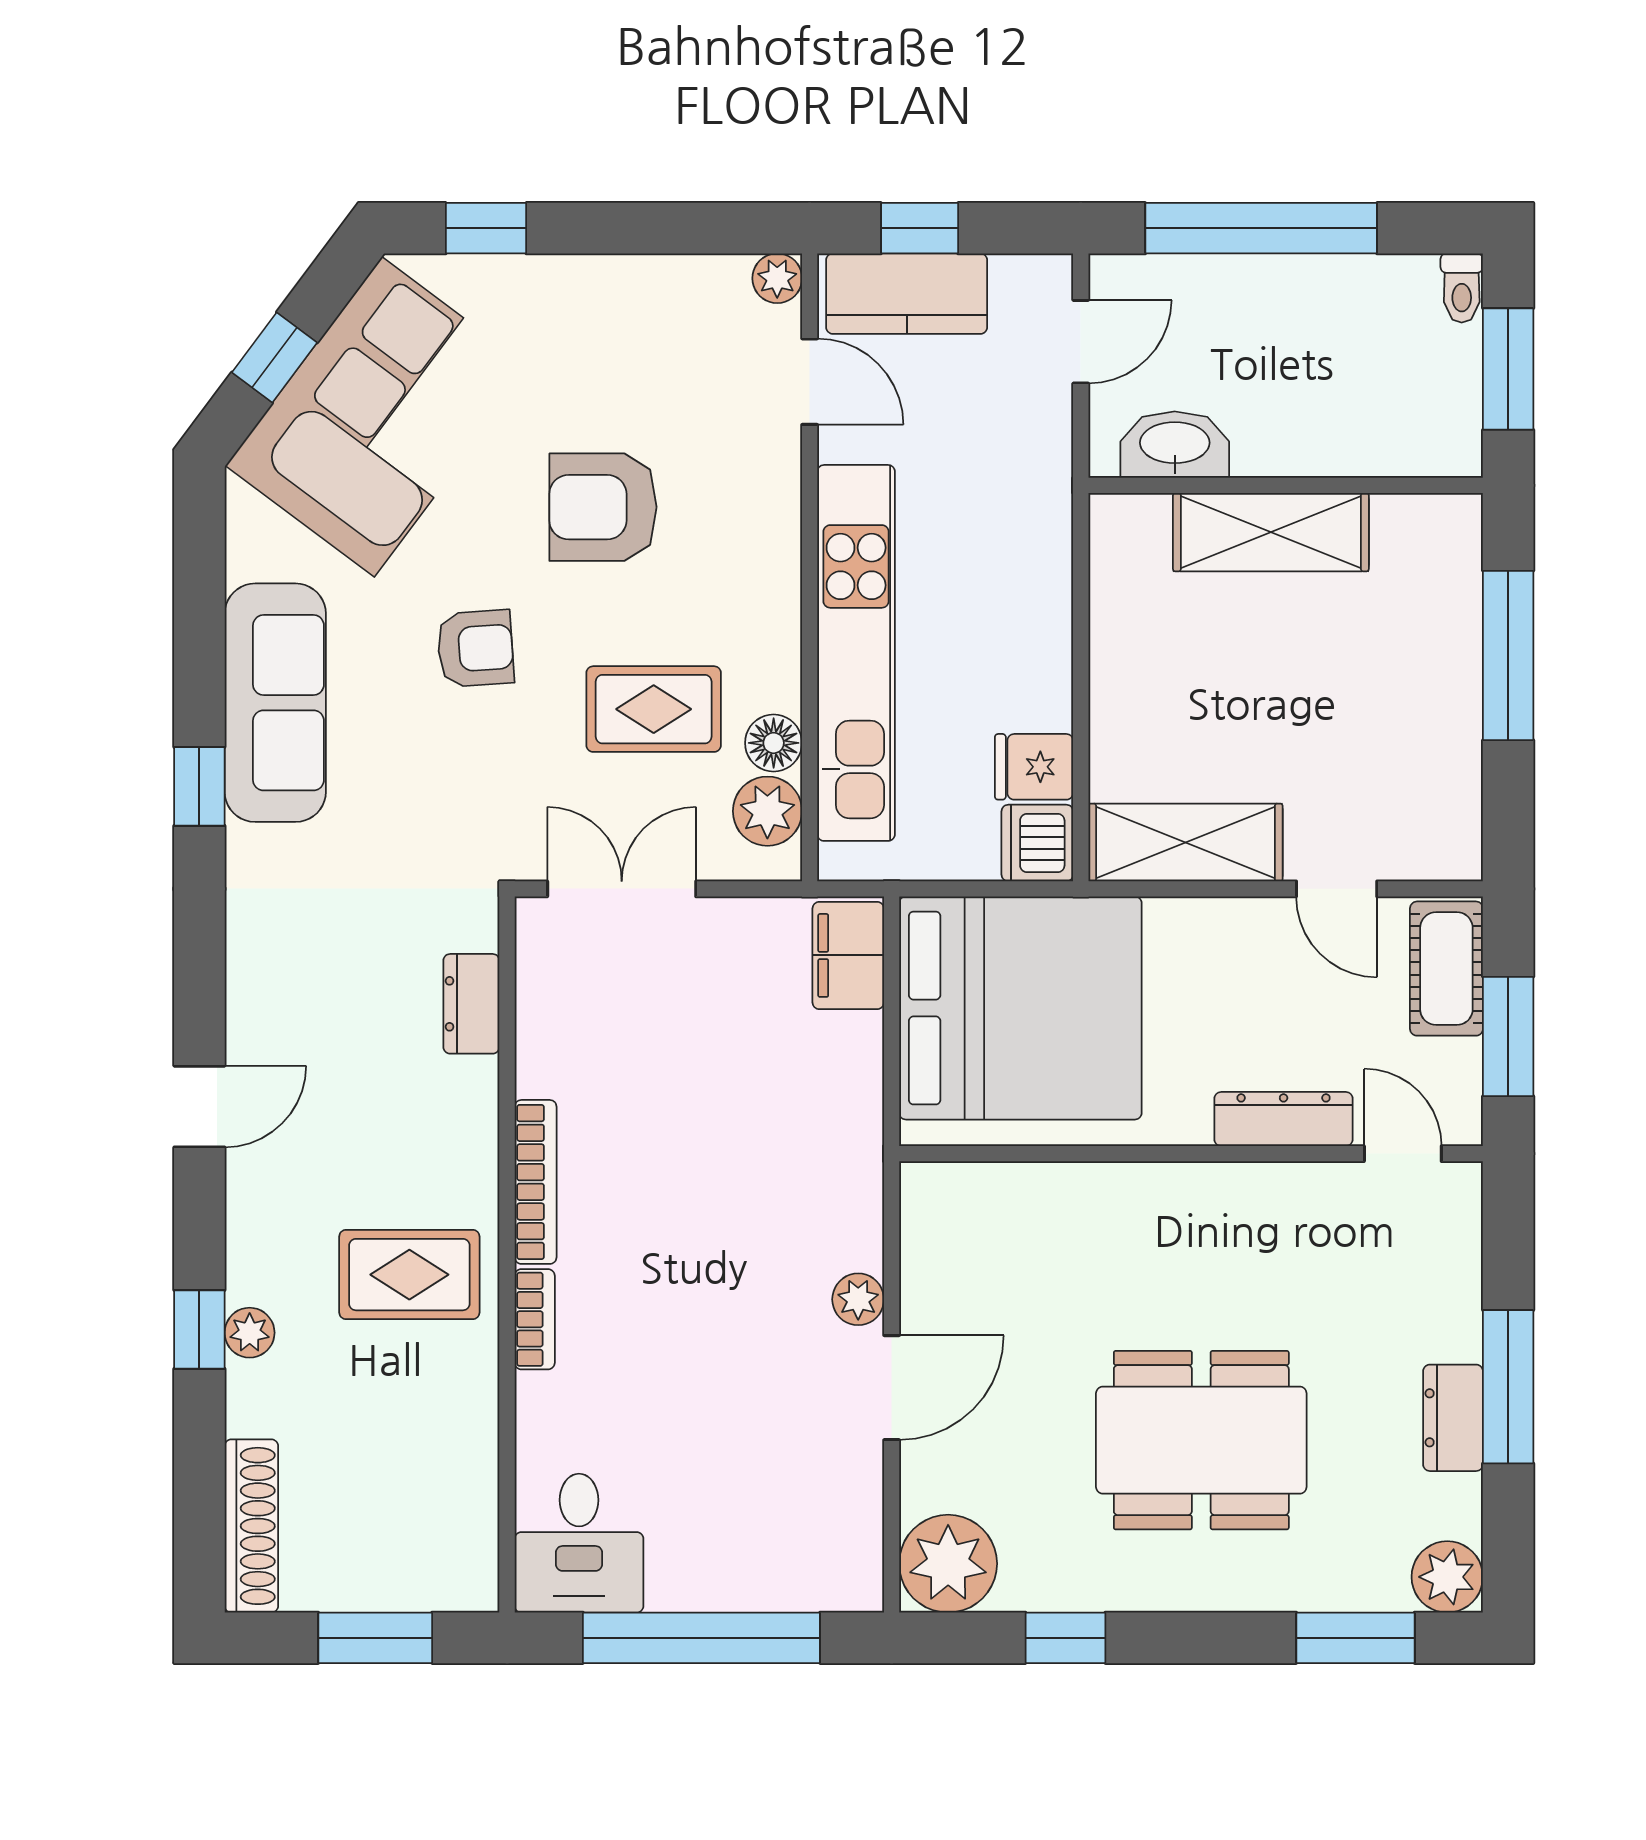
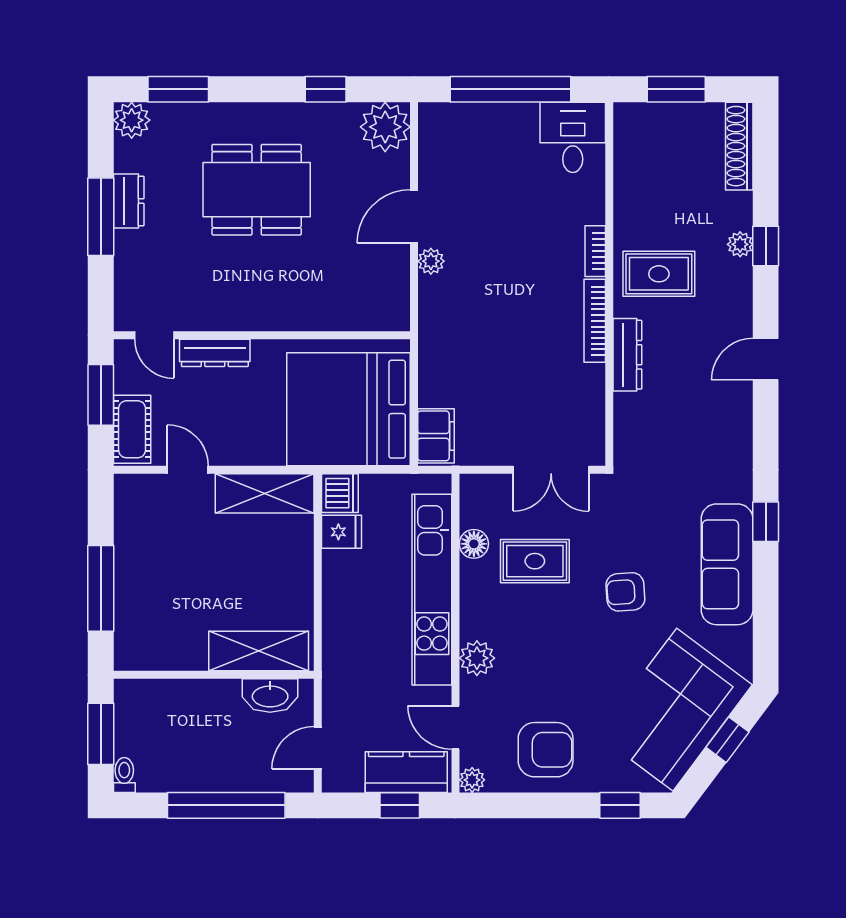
armchair: (603, 507) -> (546, 750), moved
shelving: (1271, 532) -> (259, 651), moved
plant: (767, 811) -> (477, 658), moved
dresser: (471, 1004) -> (627, 355), moved, width x1.44

